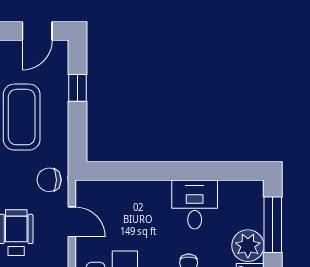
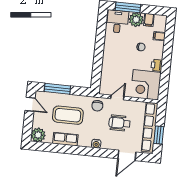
window: (77, 88) -> (57, 89), width x2.17
desk: (195, 204) -> (118, 22), moved, turned 90

